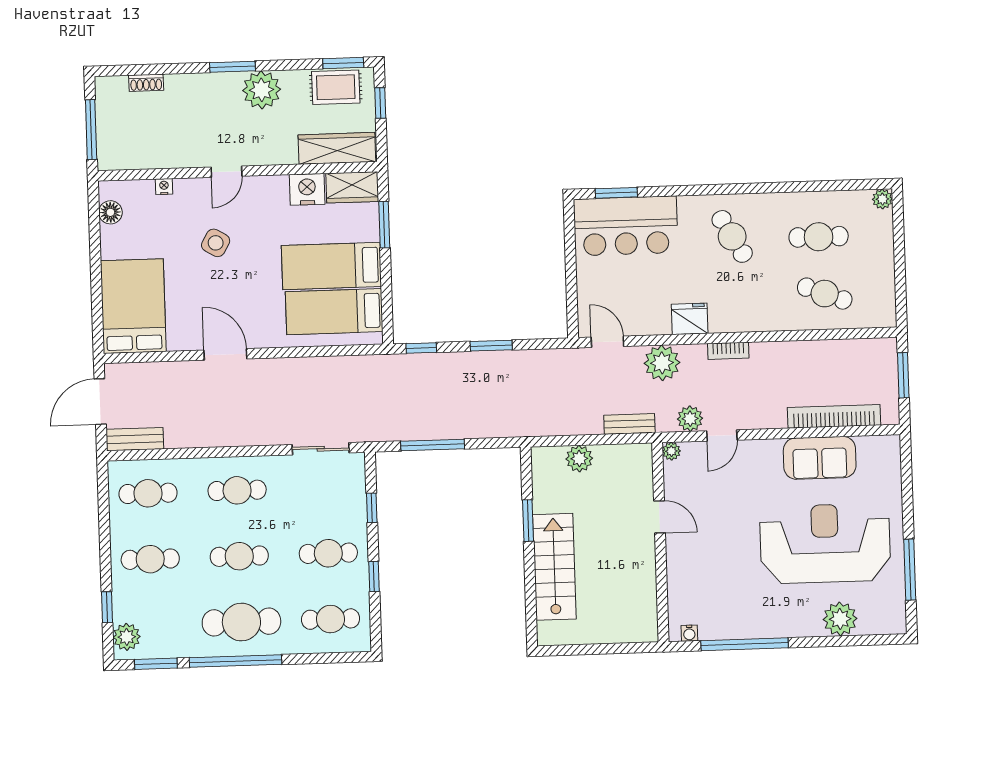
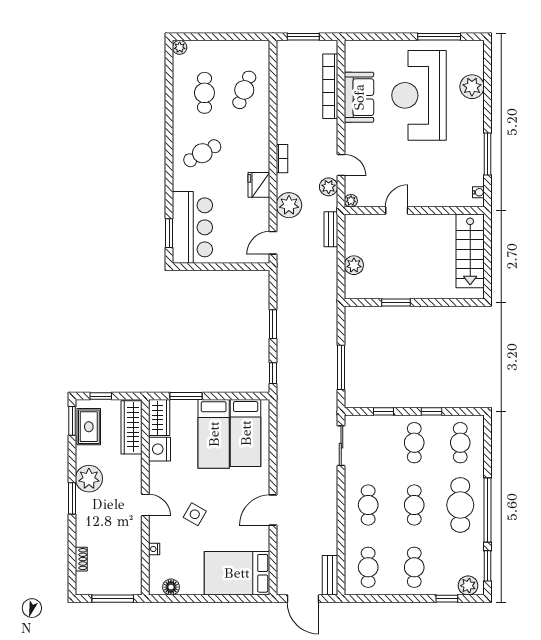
stairs: (554, 567) -> (470, 251), moved, turned -90
window: (745, 644) -> (487, 154), width x0.68

